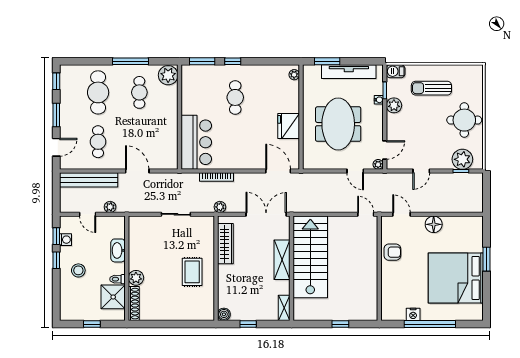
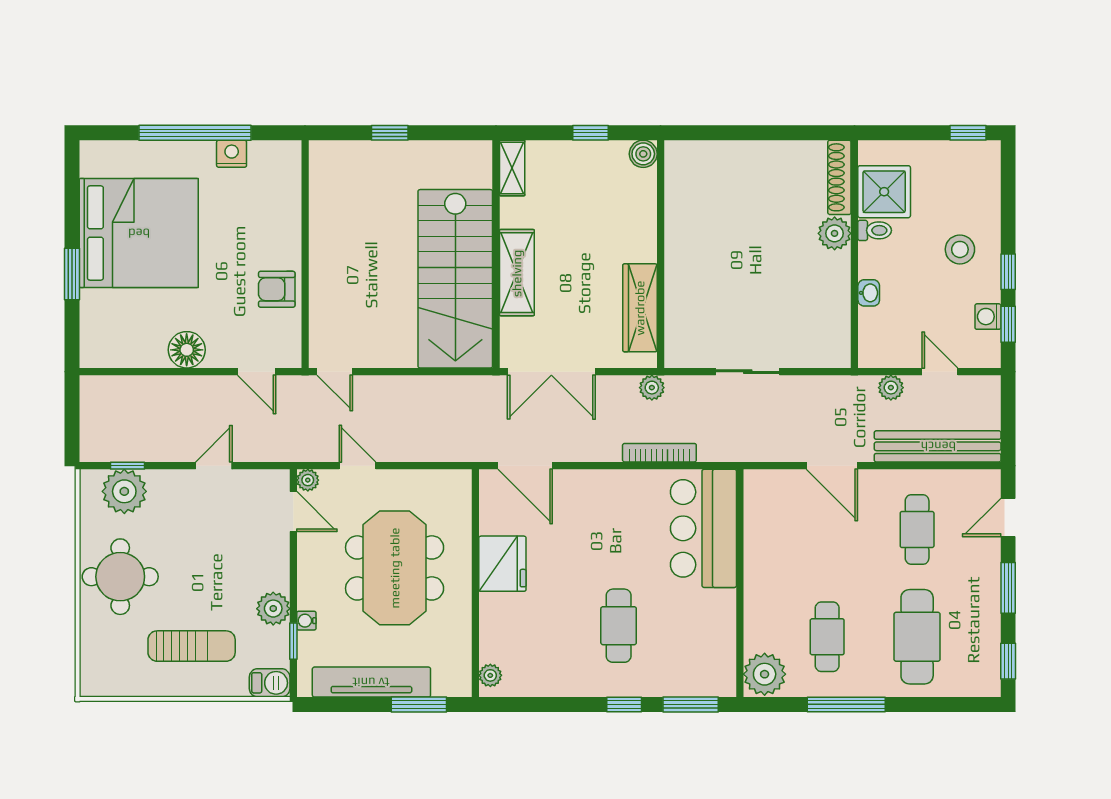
door: (385, 150) -> (293, 512), swing flipped
washbasin: (118, 250) -> (869, 293), width x0.52, depth x0.69
rug: (192, 272) -> (713, 246), removed
window: (92, 324) -> (968, 133), moved

